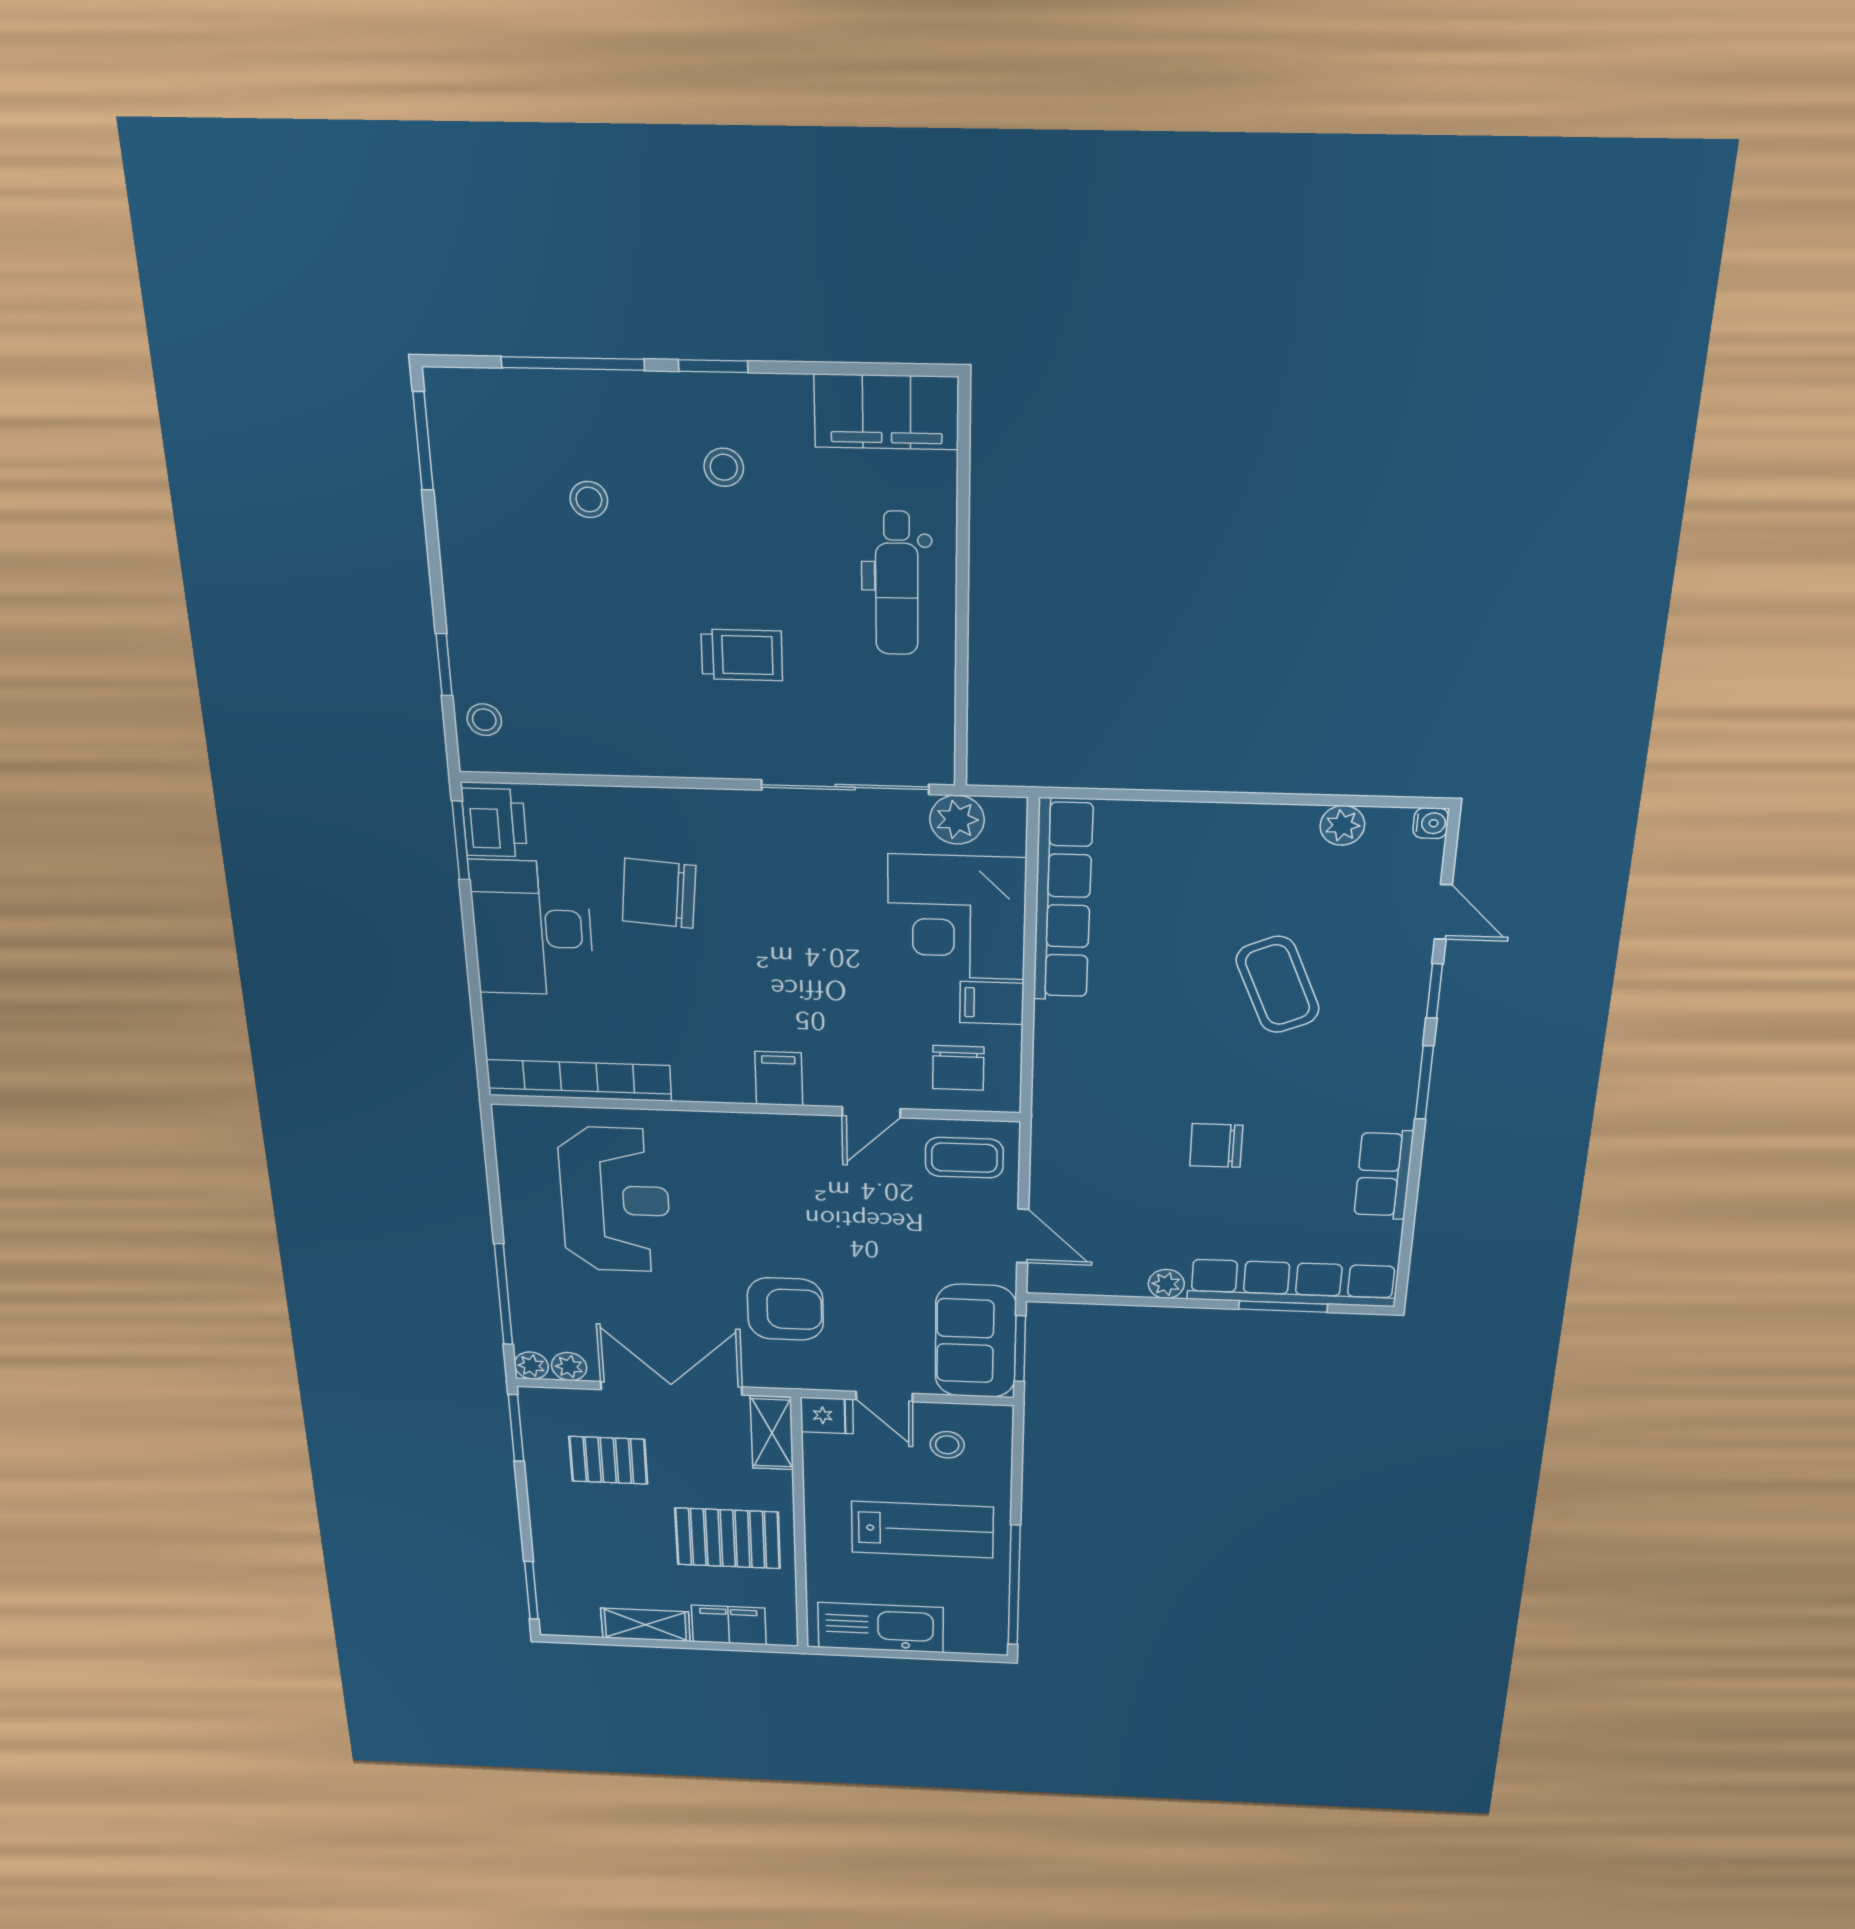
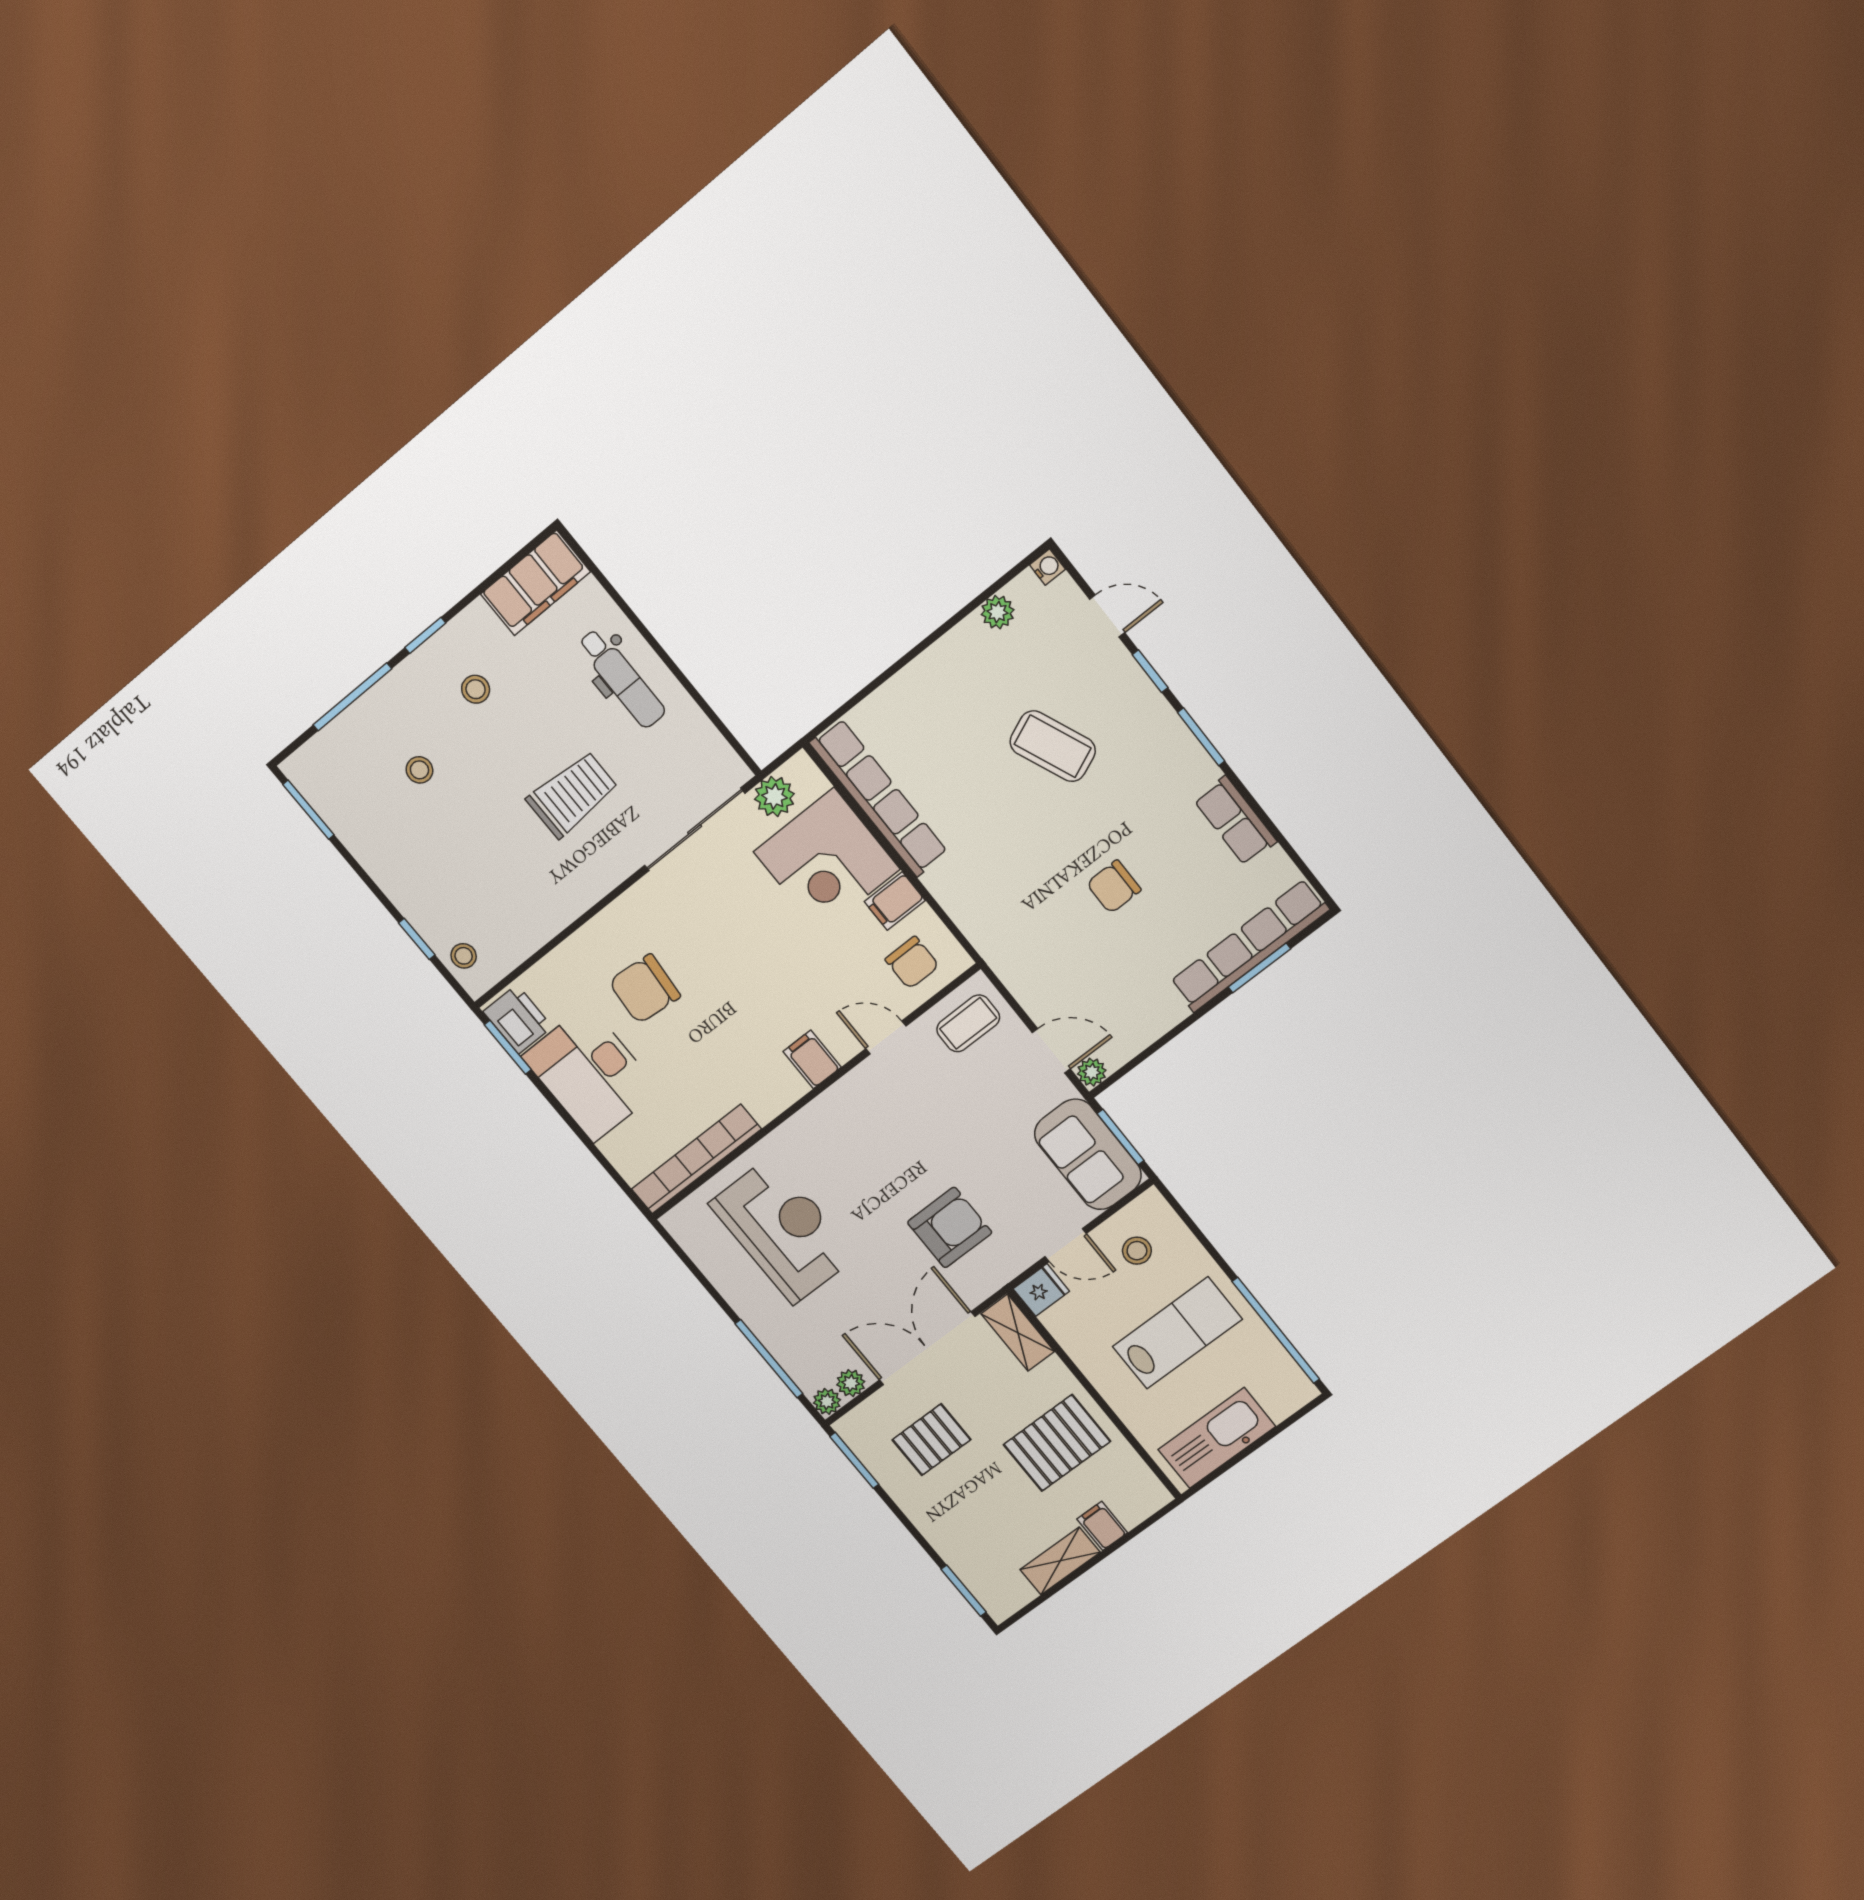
trolley: (742, 655) -> (572, 794), width x1.36, depth x1.39
door: (871, 1112) -> (886, 1037), swing flipped
plant: (1166, 1284) -> (1092, 1072), moved
filing cabinet: (729, 1625) -> (1102, 1526), width x0.50

